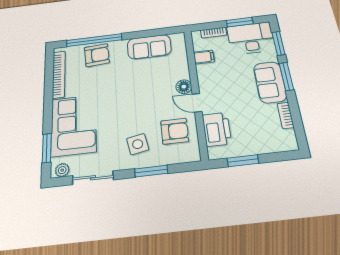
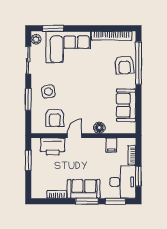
floor lamp: (184, 87) -> (99, 128), moved

